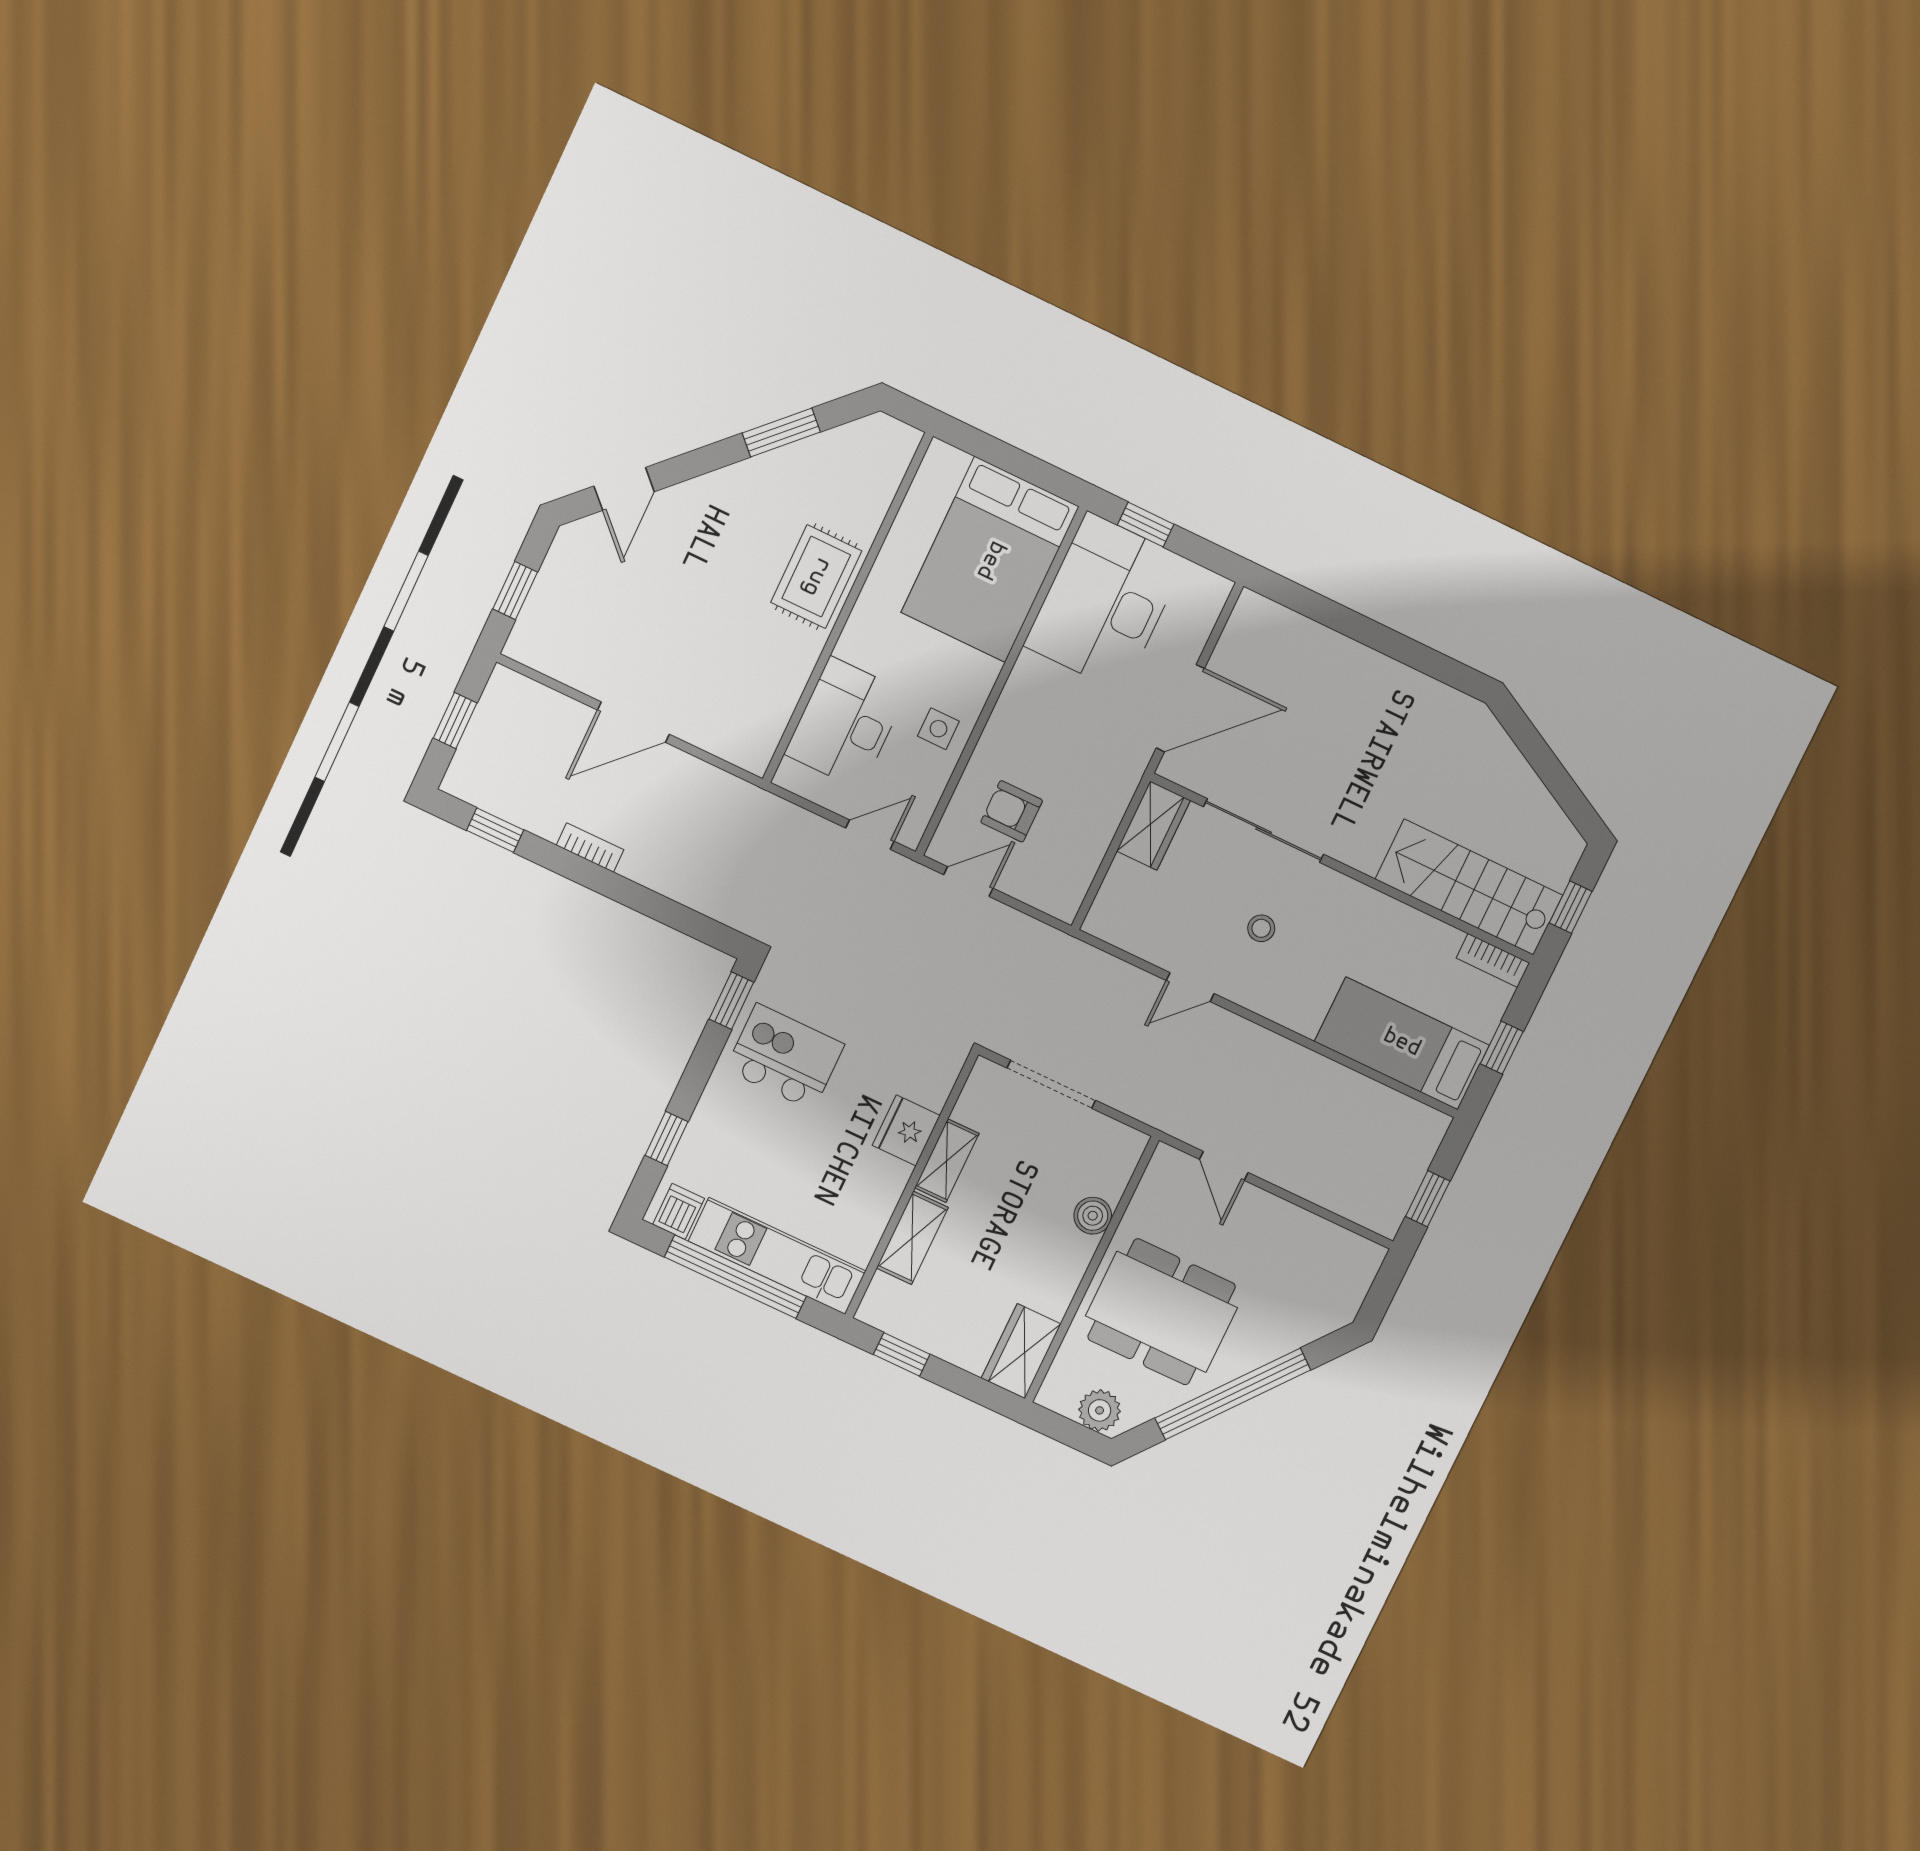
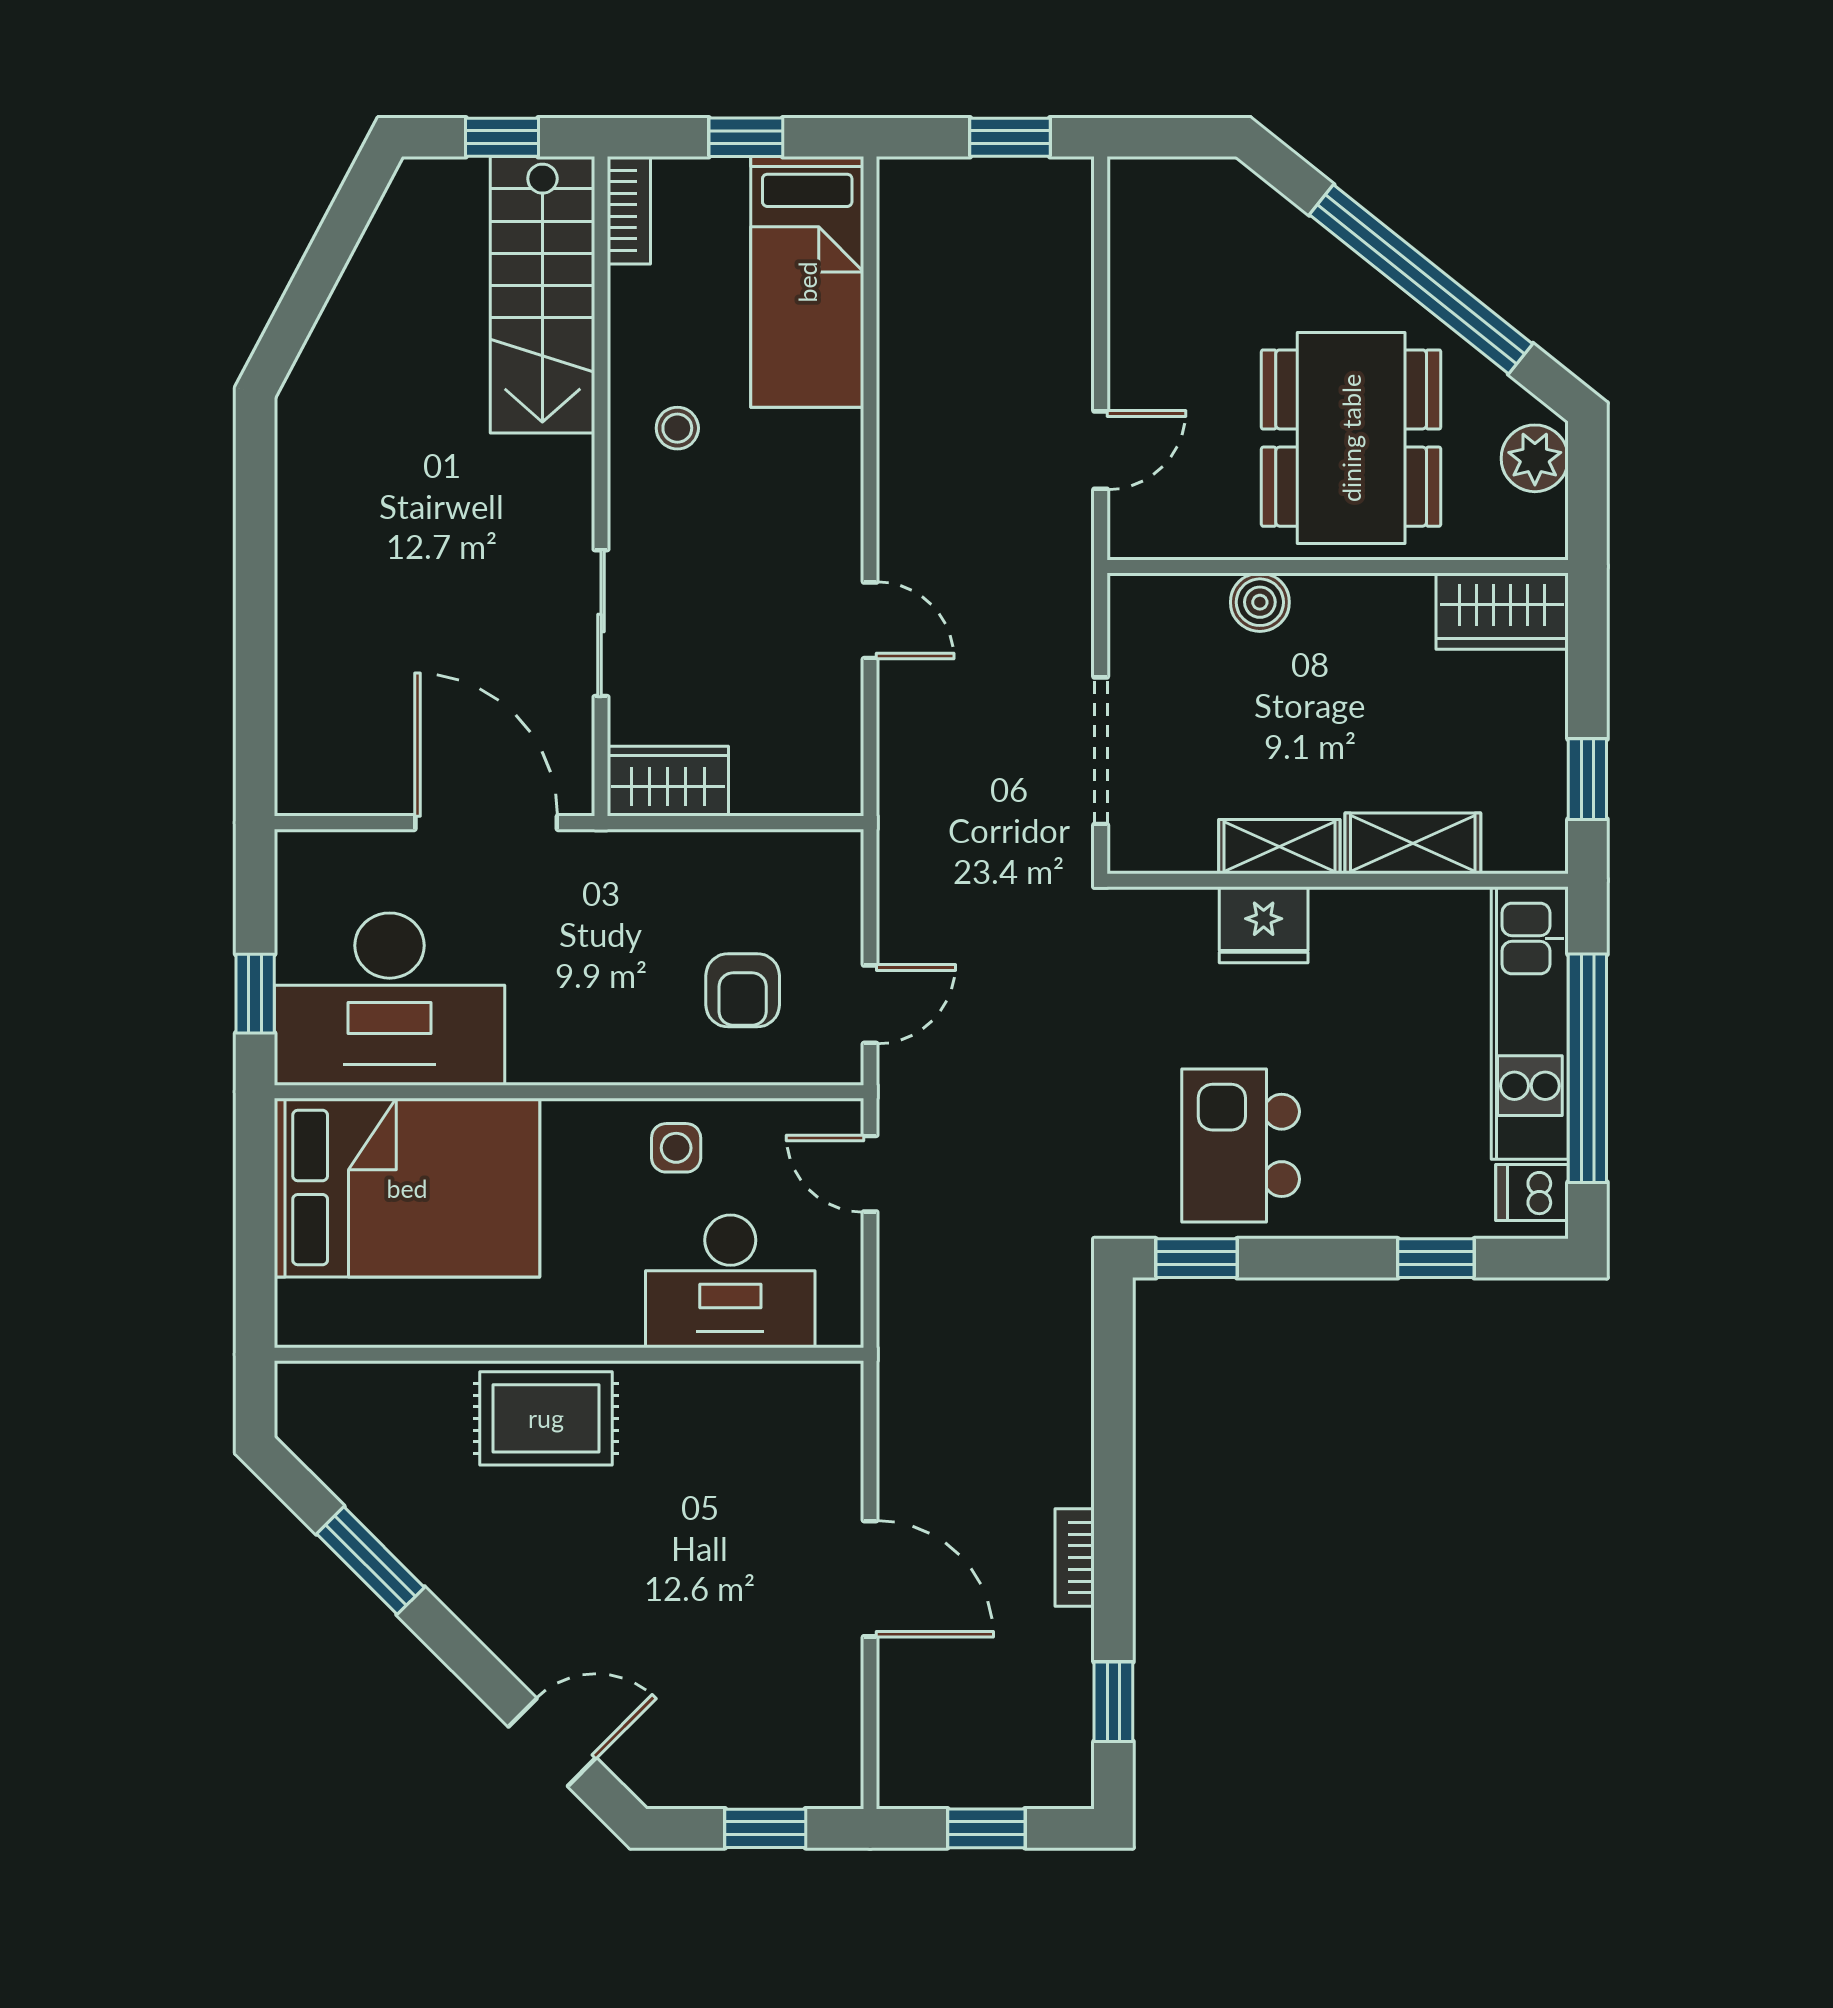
sliding door: (1264, 831) -> (601, 623), width x0.73
door: (968, 882) -> (870, 1004), swing flipped
stool: (1261, 928) -> (677, 428), moved

